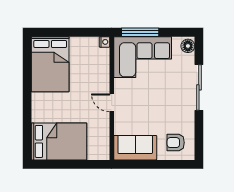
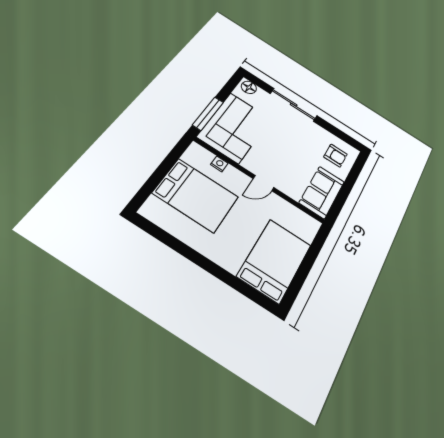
nightstand: (104, 42) -> (219, 164), moved
bed: (50, 64) -> (196, 195), moved
armchair: (176, 143) -> (335, 156), turned -90

